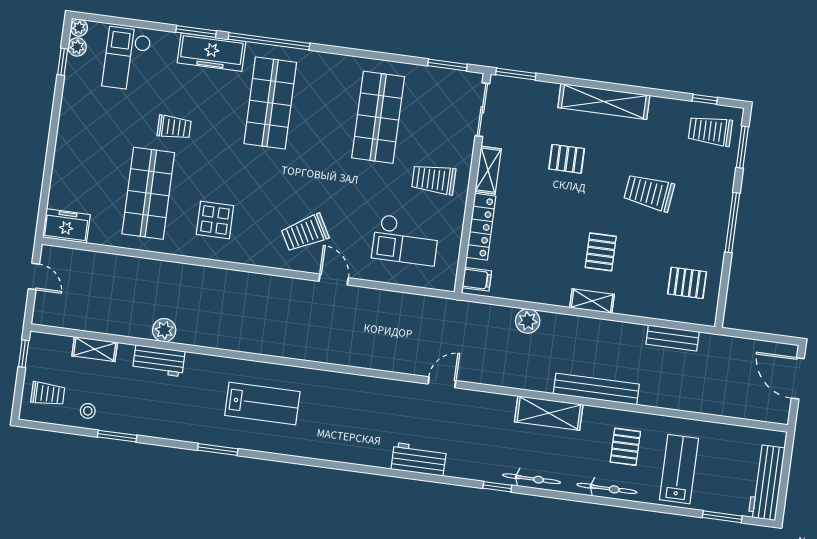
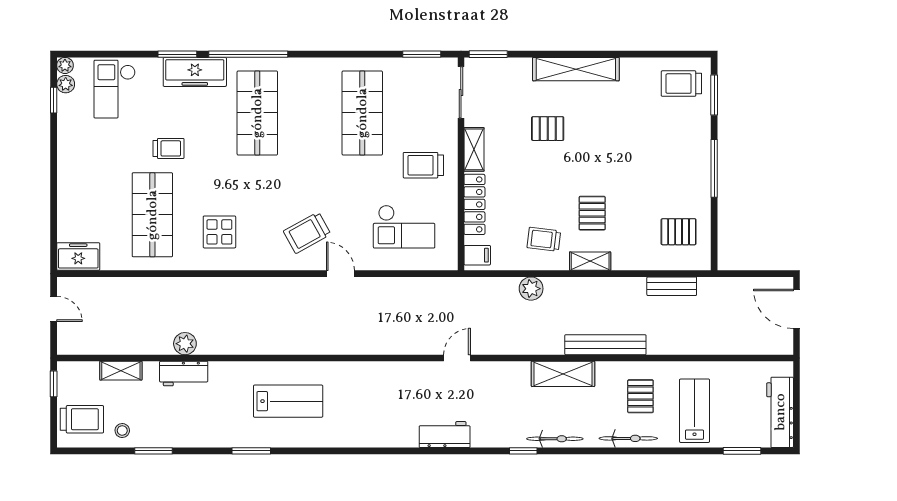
window: (705, 99) -> (672, 54), removed
trolley: (649, 193) -> (544, 239), moved, width x0.73, depth x0.72
trolley: (48, 394) -> (82, 419), width x1.36, depth x1.39

